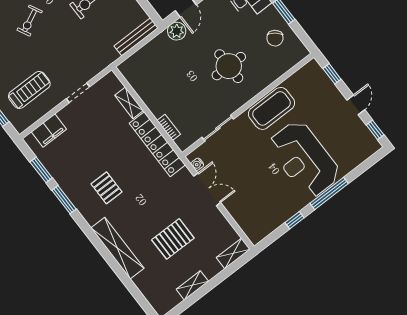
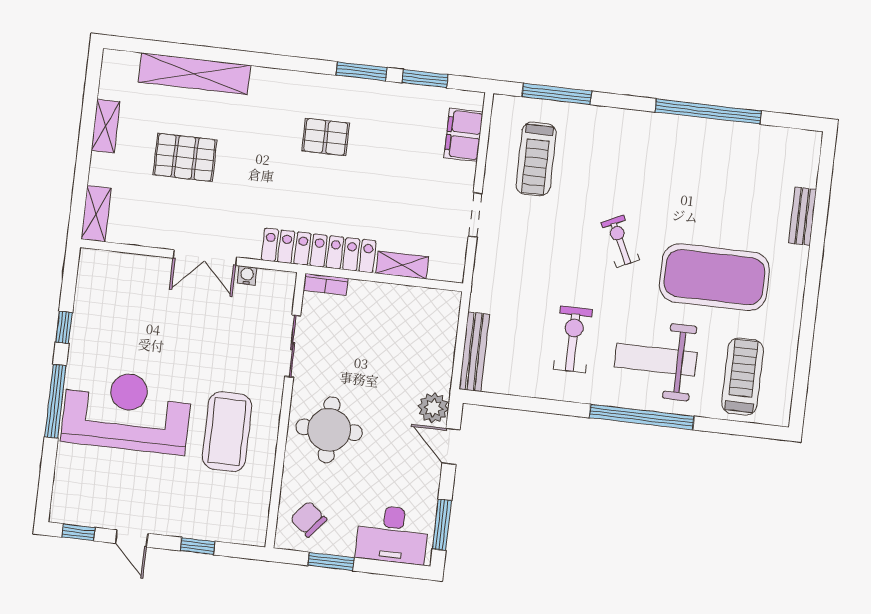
wall: (248, 105) -> (285, 410), moved
sliding door: (218, 128) -> (293, 346), moved
pallet: (173, 239) -> (185, 157), turned 90
shelving: (117, 248) -> (195, 74), moved

